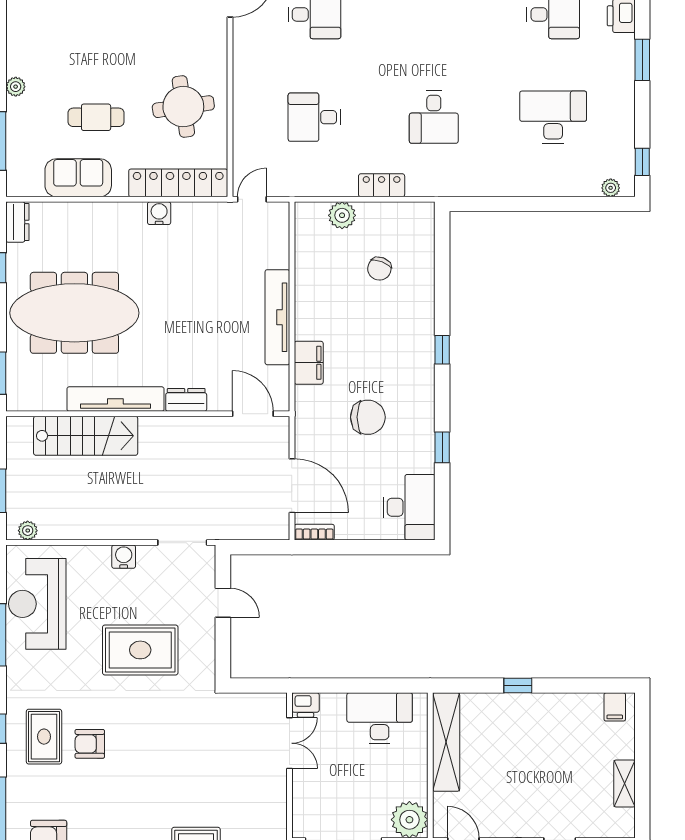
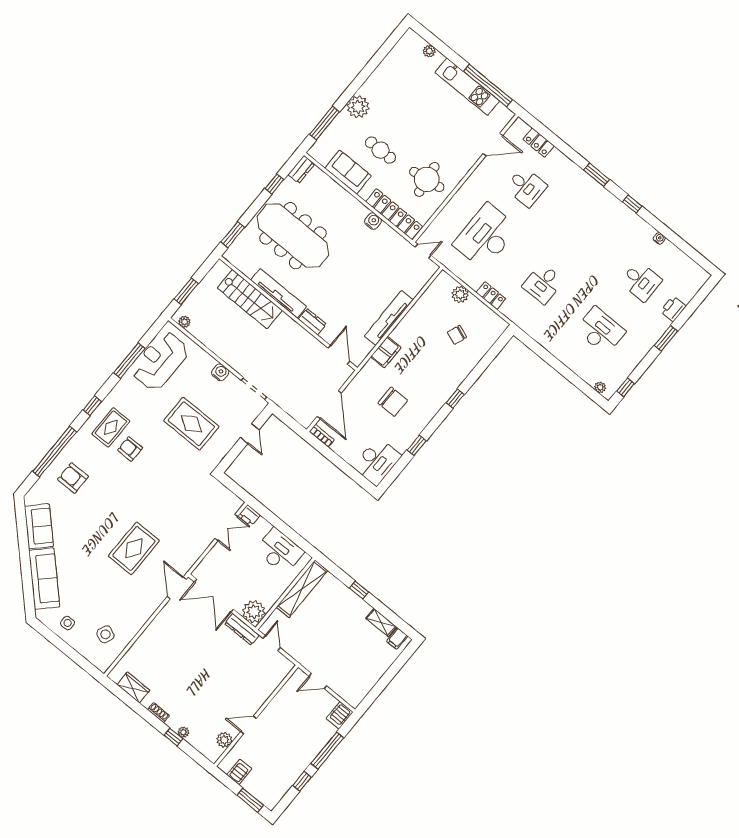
plant: (16, 87) -> (358, 107), width x1.88, depth x1.88
desk: (314, 117) -> (486, 236), width x1.87, depth x1.30
shelving: (625, 784) -> (381, 622), moved, turned 90

